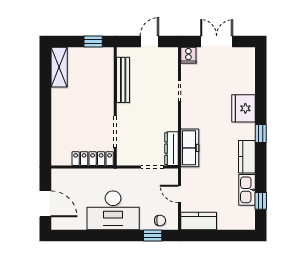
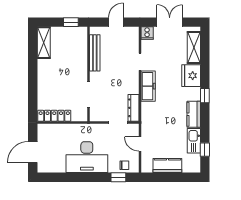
shelving: (247, 73) -> (194, 47), added
freezer: (190, 148) -> (148, 86), moved
locker: (93, 159) -> (54, 116), moved
door: (45, 204) -> (33, 152), swing flipped
kitchen counter: (199, 221) -> (167, 166), moved

